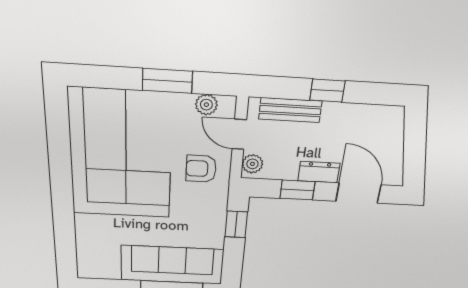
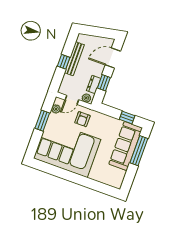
bench: (290, 110) -> (74, 59), moved, width x1.36
dresser: (319, 172) -> (94, 84), moved
window: (236, 224) -> (127, 118), moved

